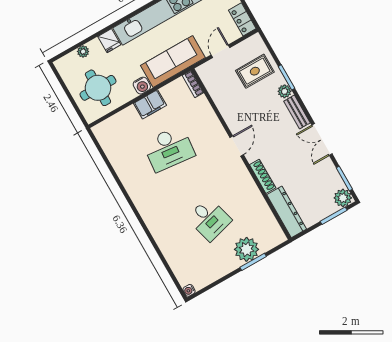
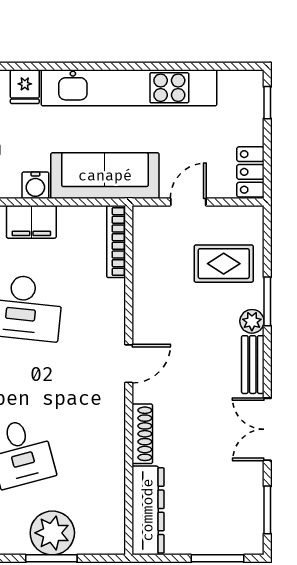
bookcase: (193, 84) -> (116, 241), width x1.56
plant: (343, 198) -> (248, 539), removed

